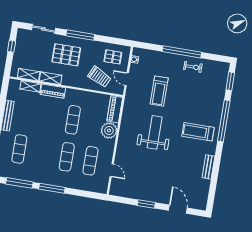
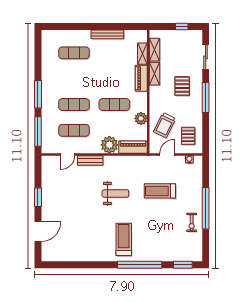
pallet: (66, 55) -> (182, 86), width x0.67, depth x0.71
plant: (90, 98) -> (141, 118), added
weight bench: (155, 132) -> (115, 193), width x0.73, depth x0.75
bench: (208, 167) -> (90, 160), moved
window: (19, 183) -> (38, 132), moved

